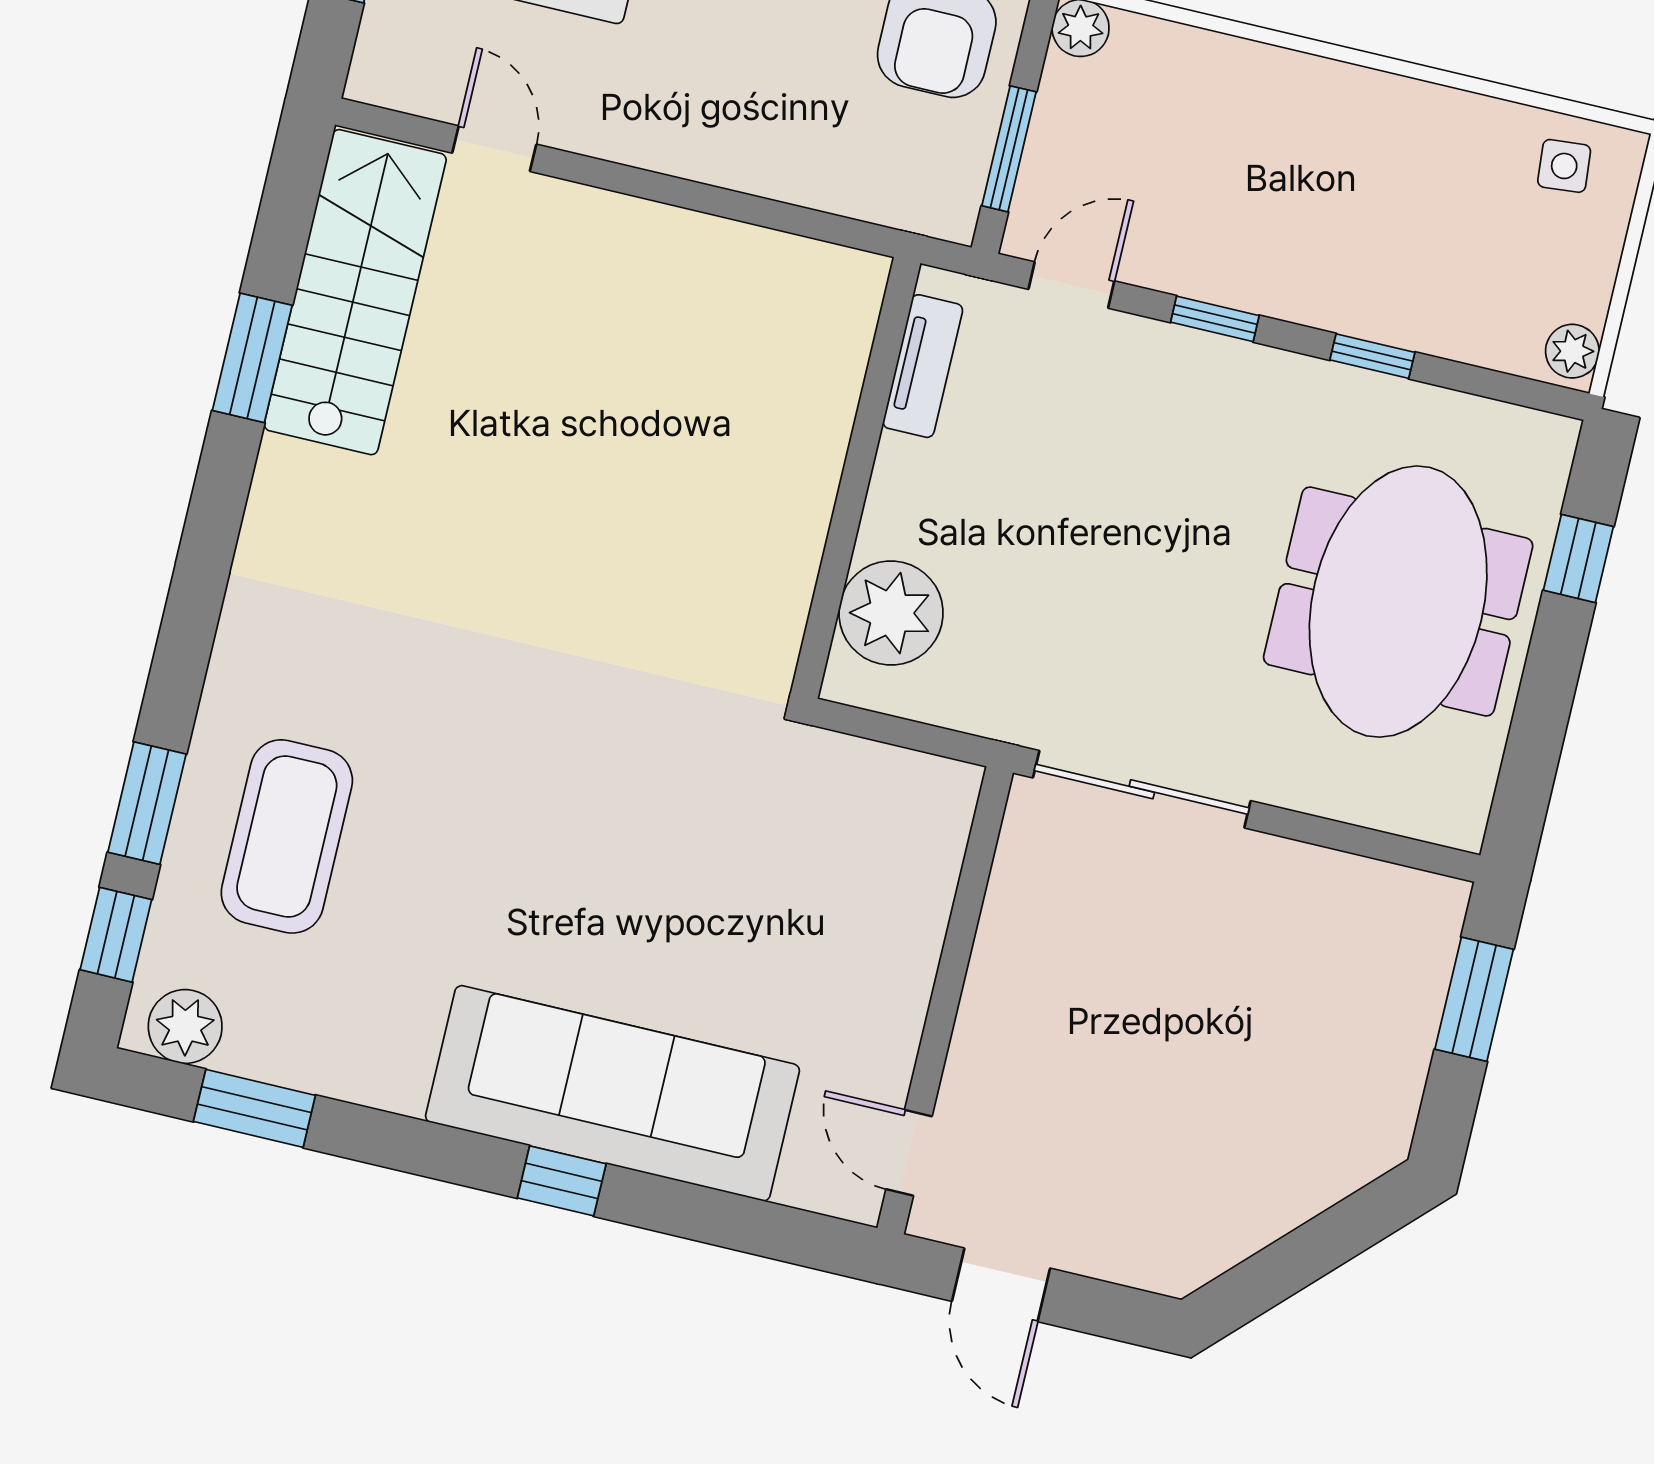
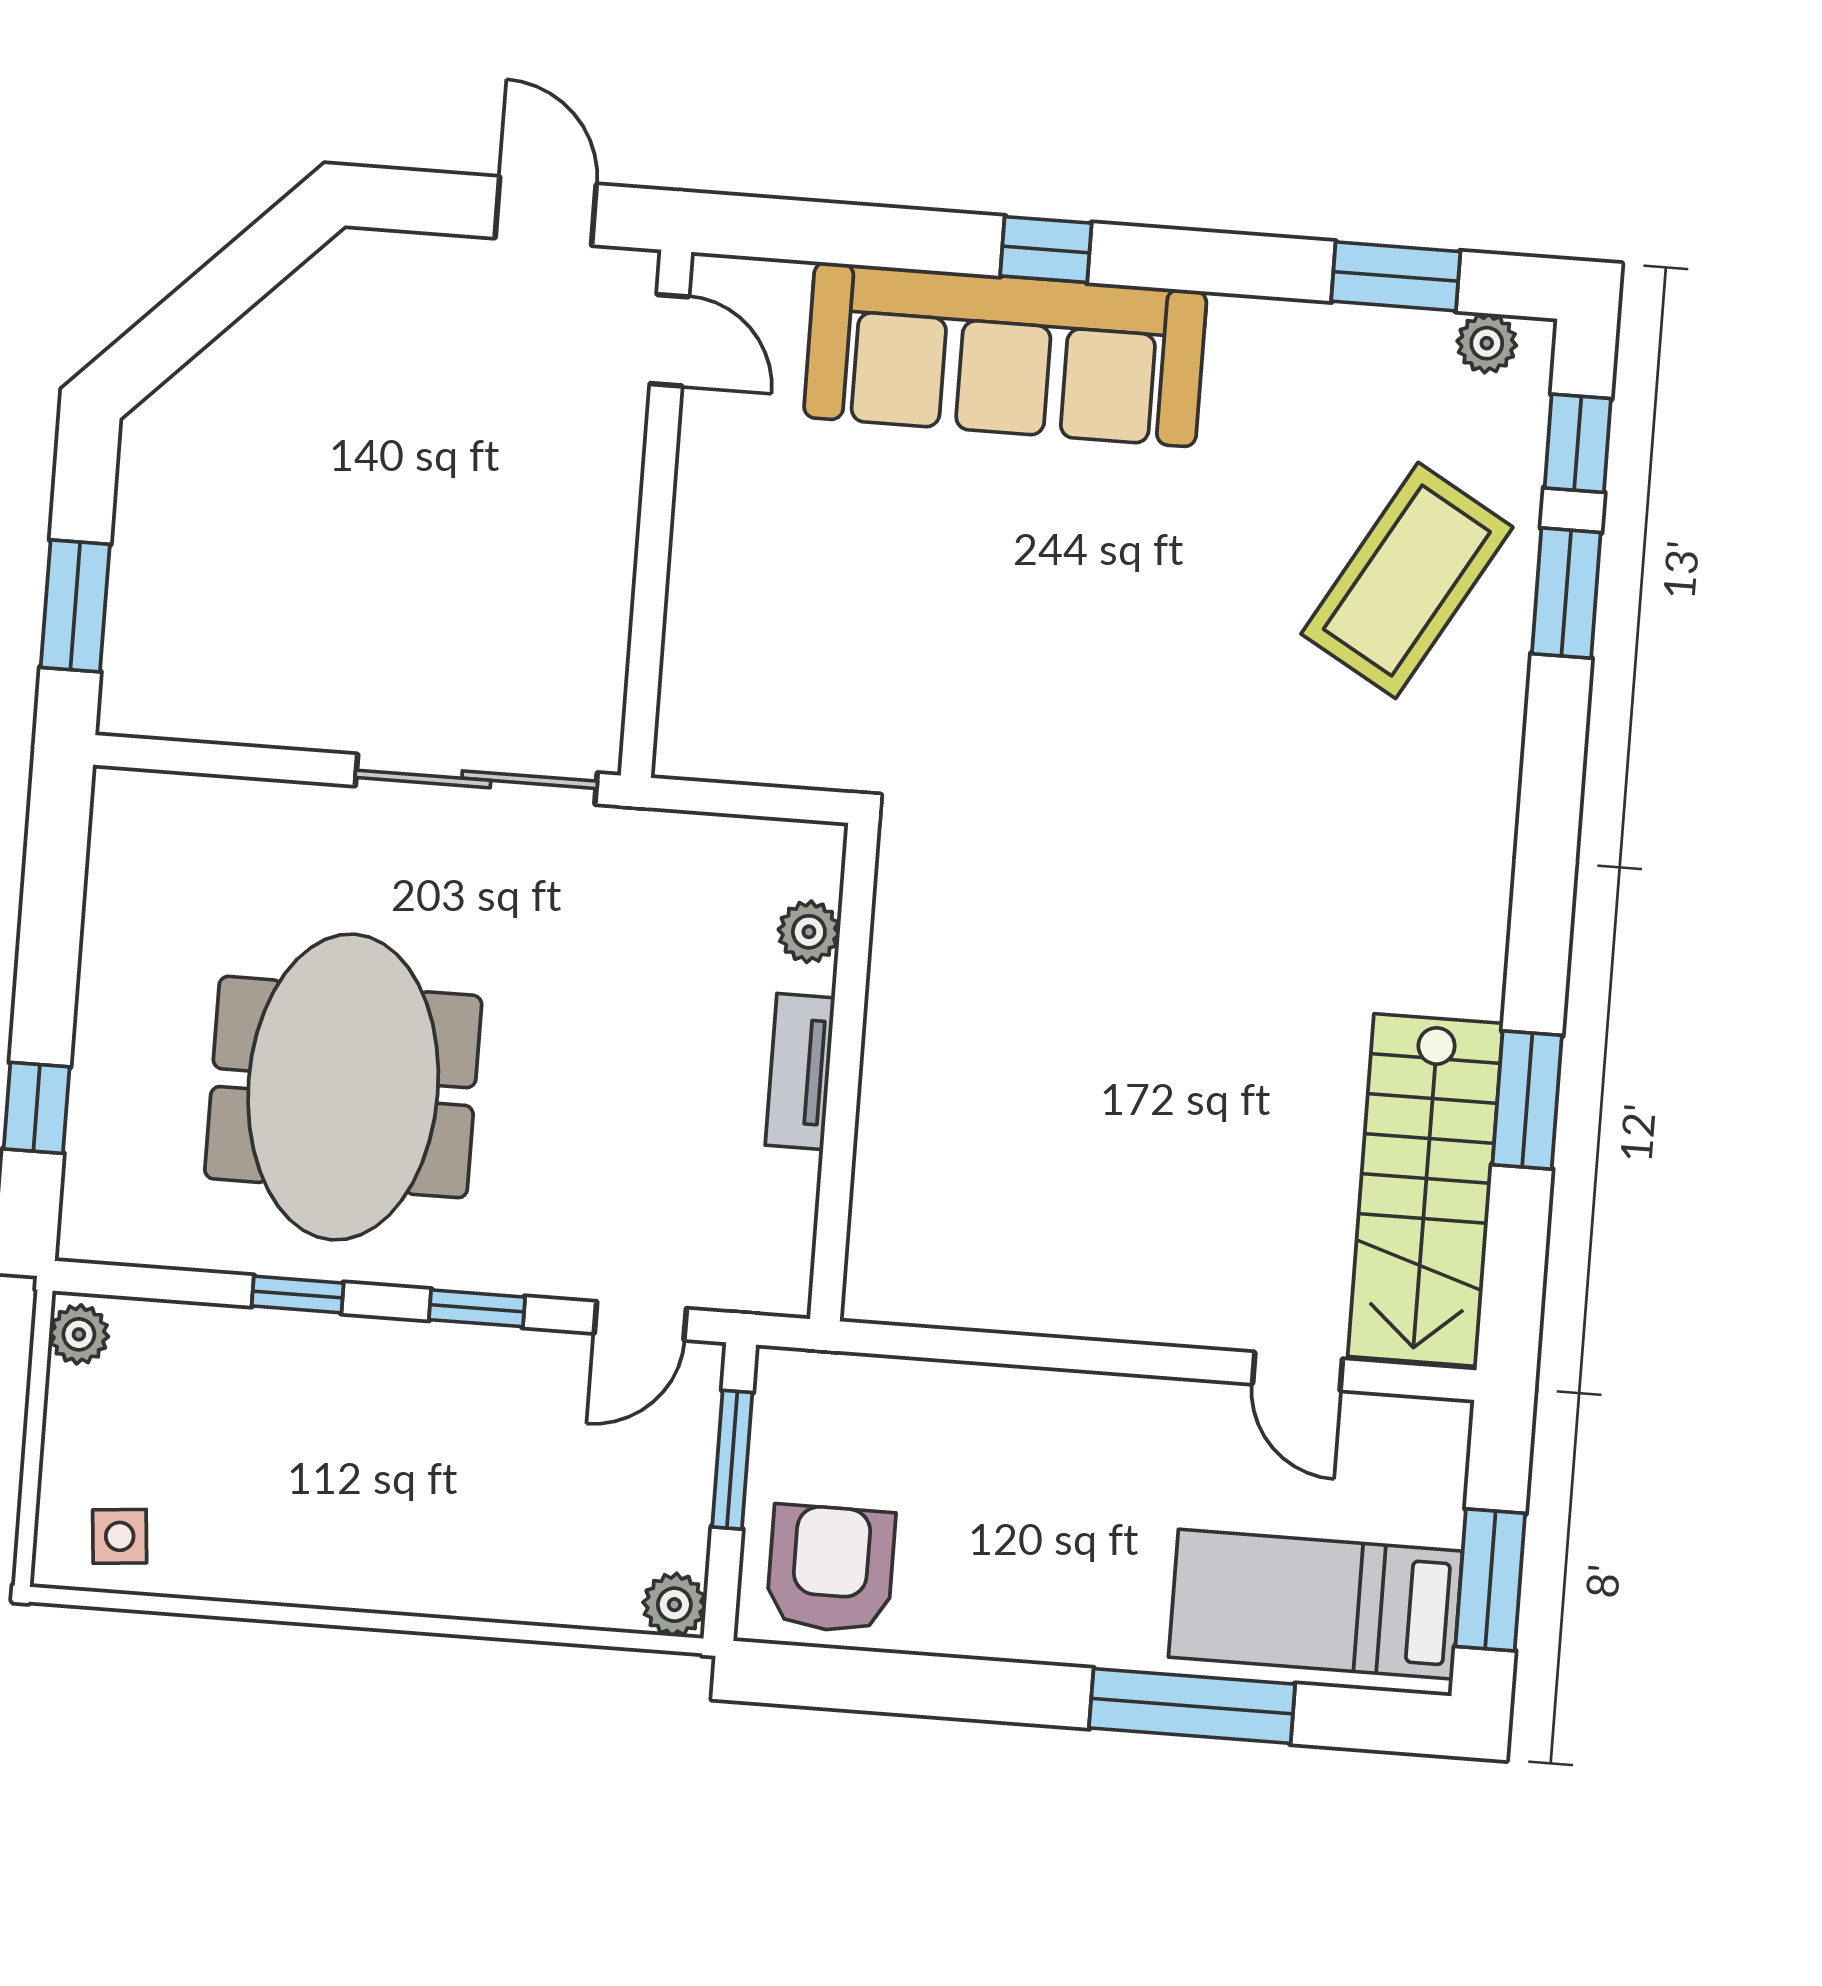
tv unit: (923, 366) -> (800, 1072), moved
meeting table: (1398, 602) -> (343, 1087), moved
plant: (891, 613) -> (809, 932), width x0.53, depth x0.53
coffee table: (287, 836) -> (1407, 580), turned 30
plant: (185, 1027) -> (1487, 343), width x0.73, depth x0.73

